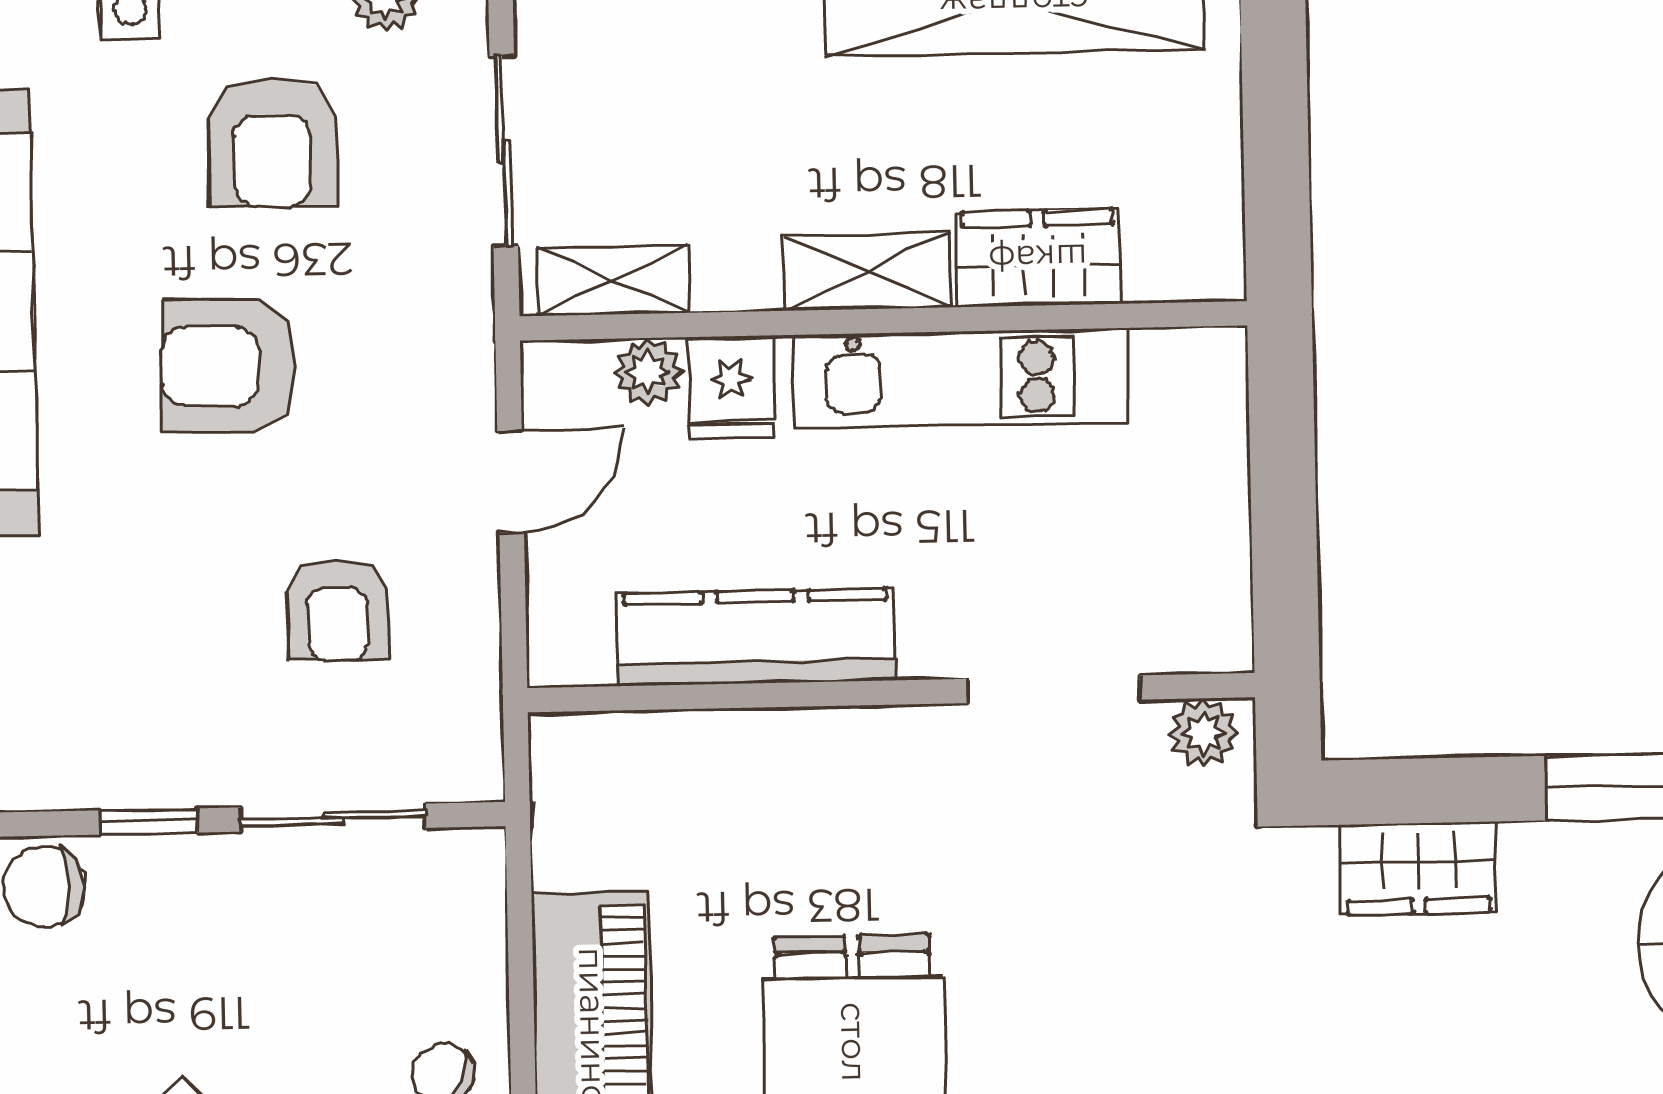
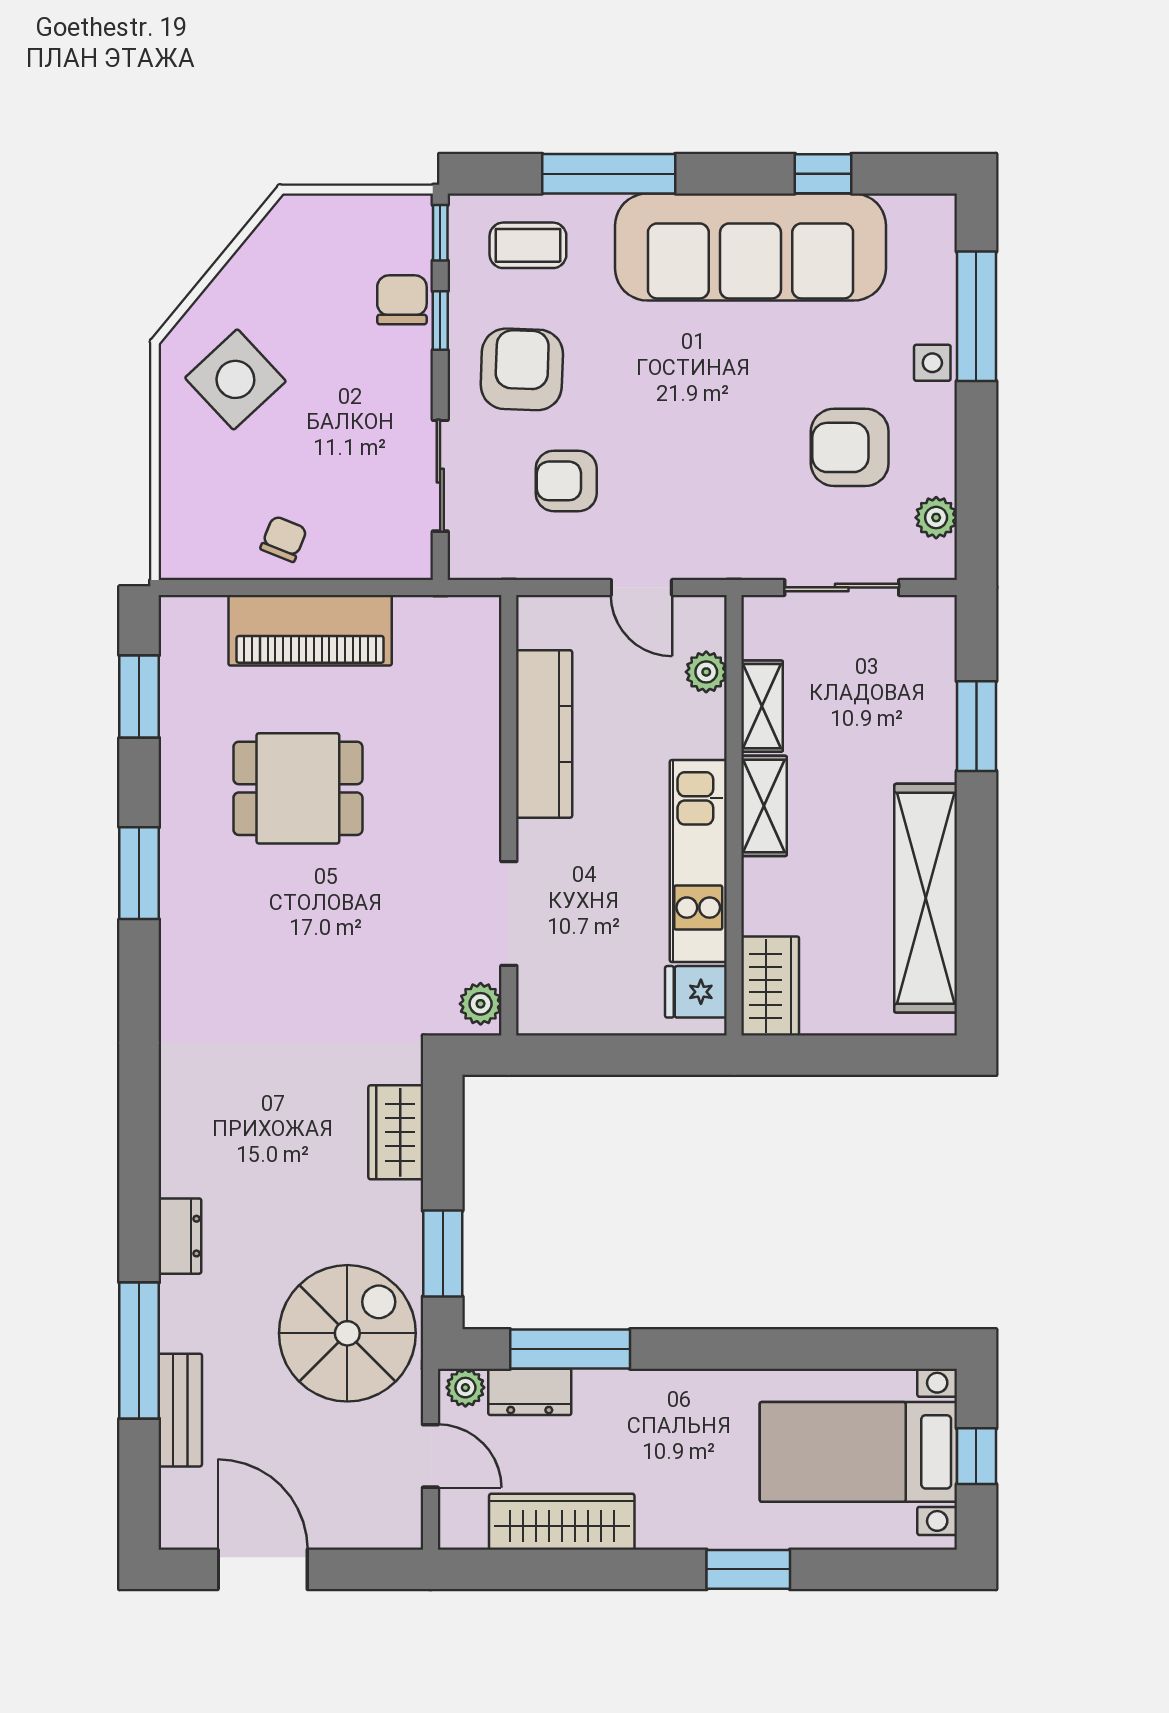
wardrobe: (1038, 258) -> (770, 986), moved
shelving: (613, 280) -> (762, 706), moved
armchair: (229, 366) -> (522, 369), moved
fridge: (731, 387) -> (696, 992), moved
window: (149, 821) -> (440, 321), moved

